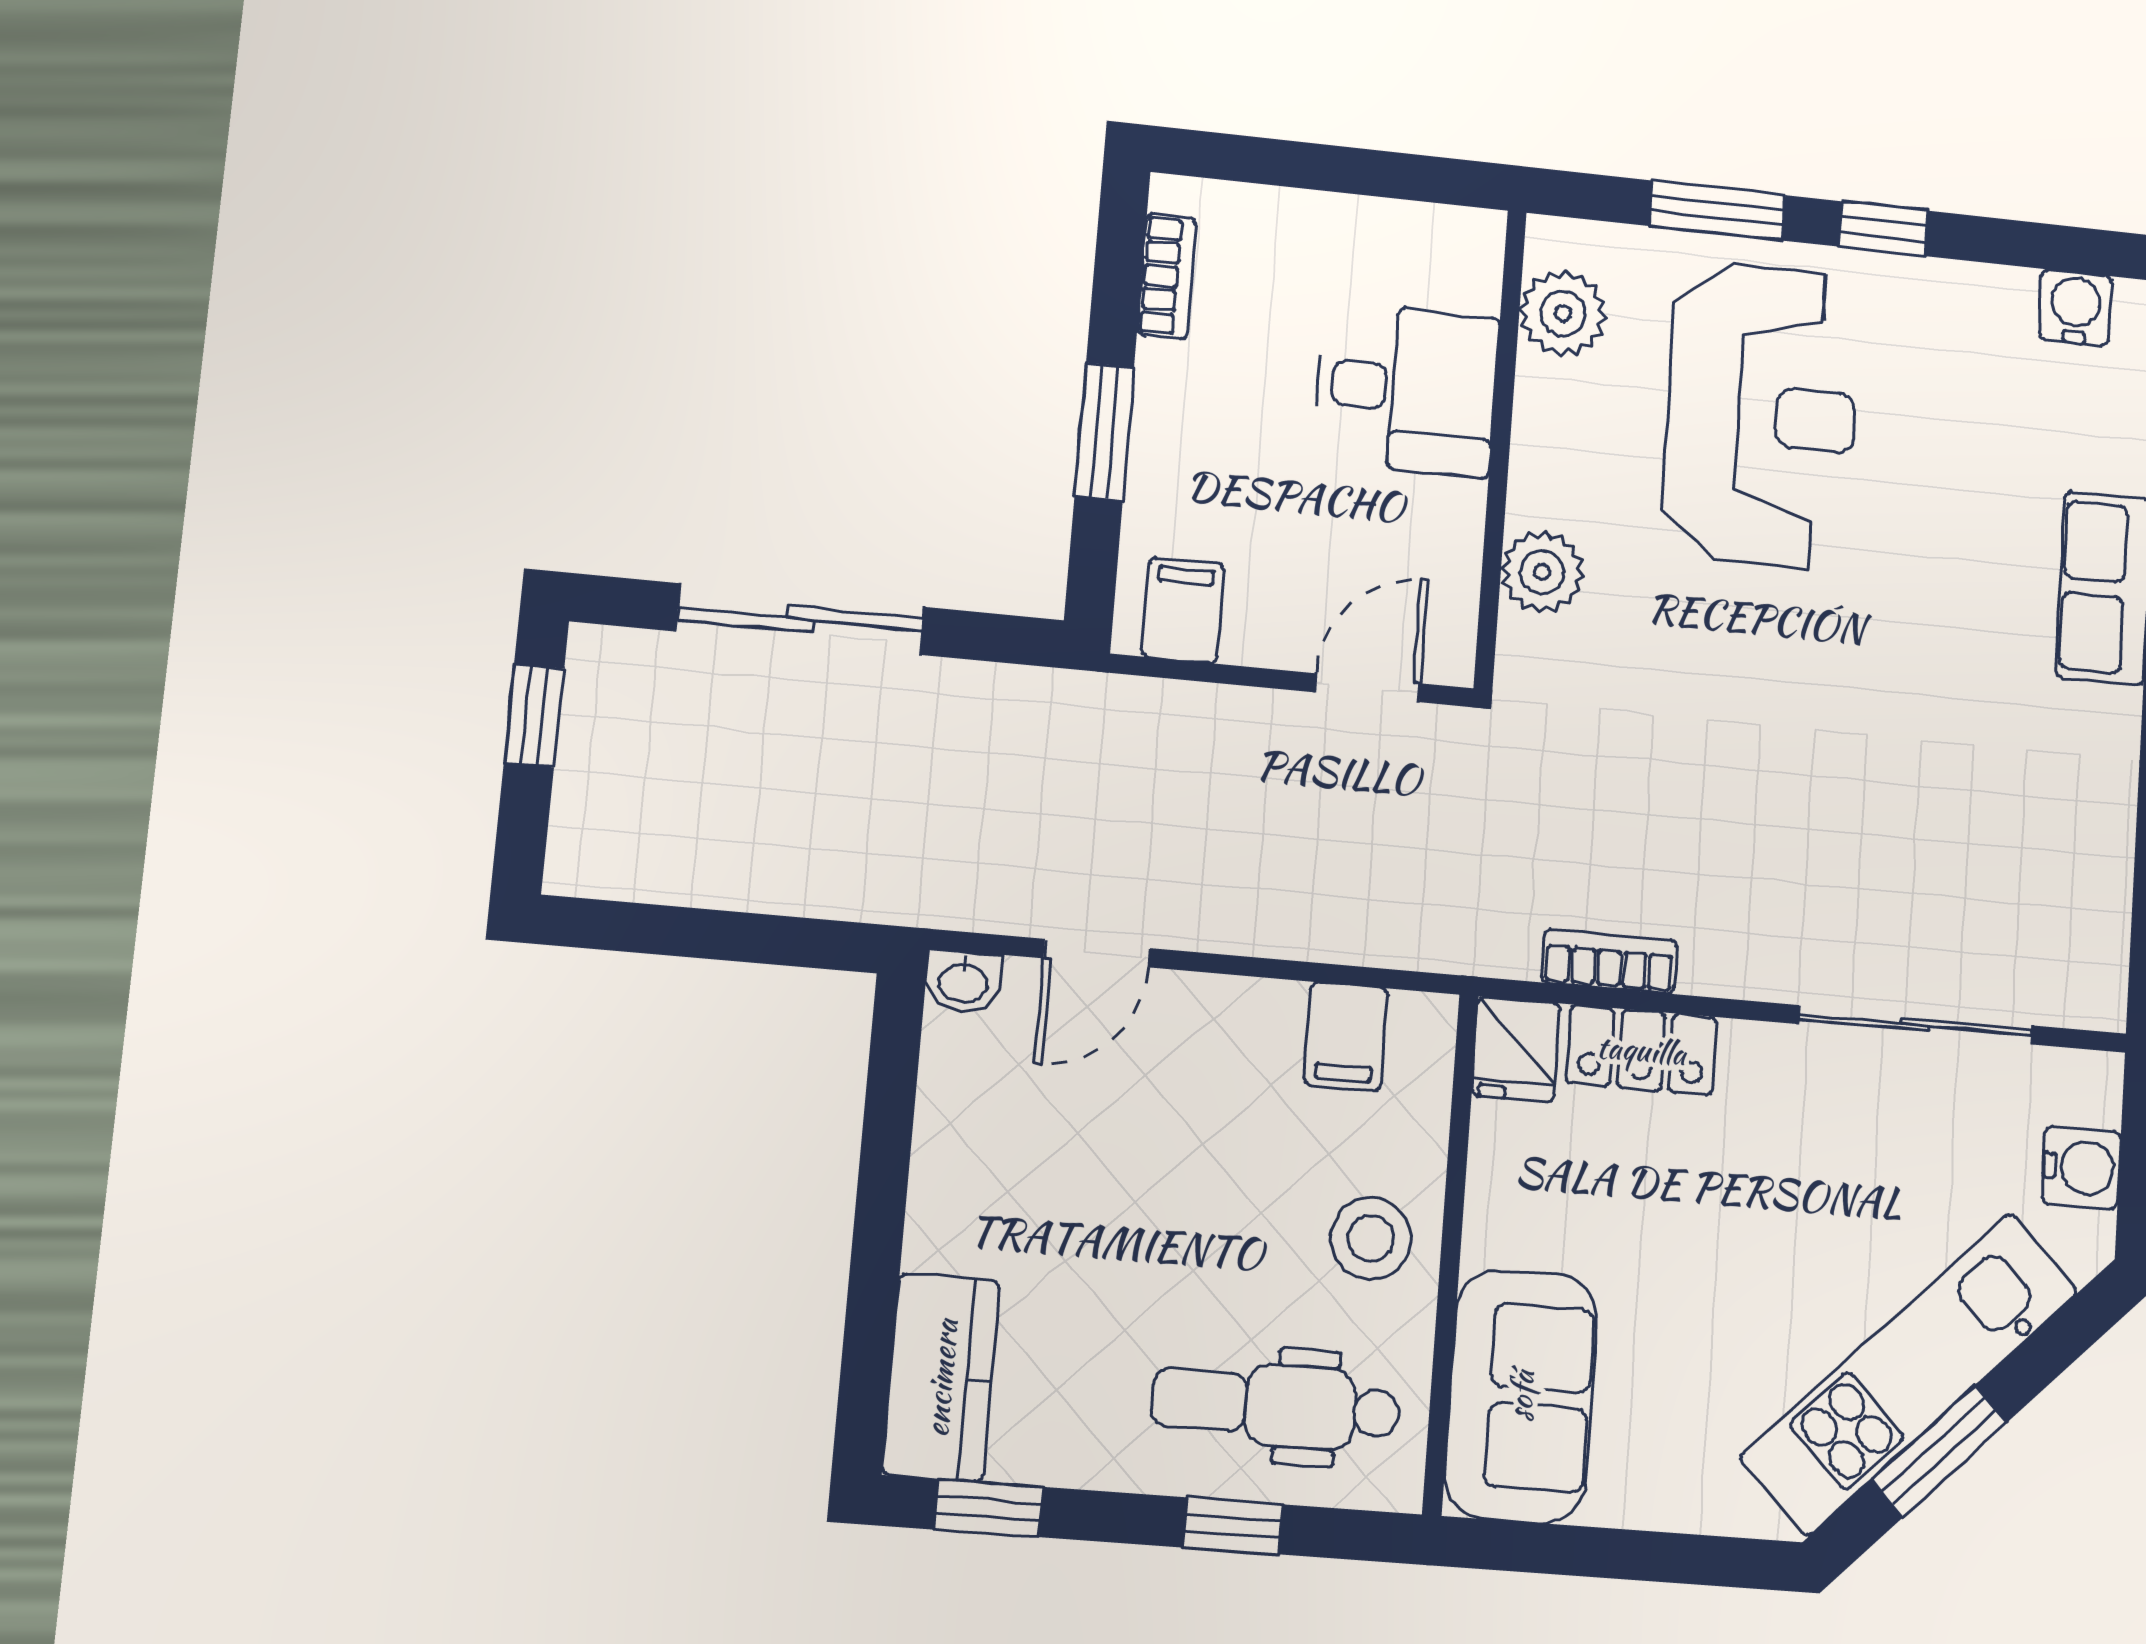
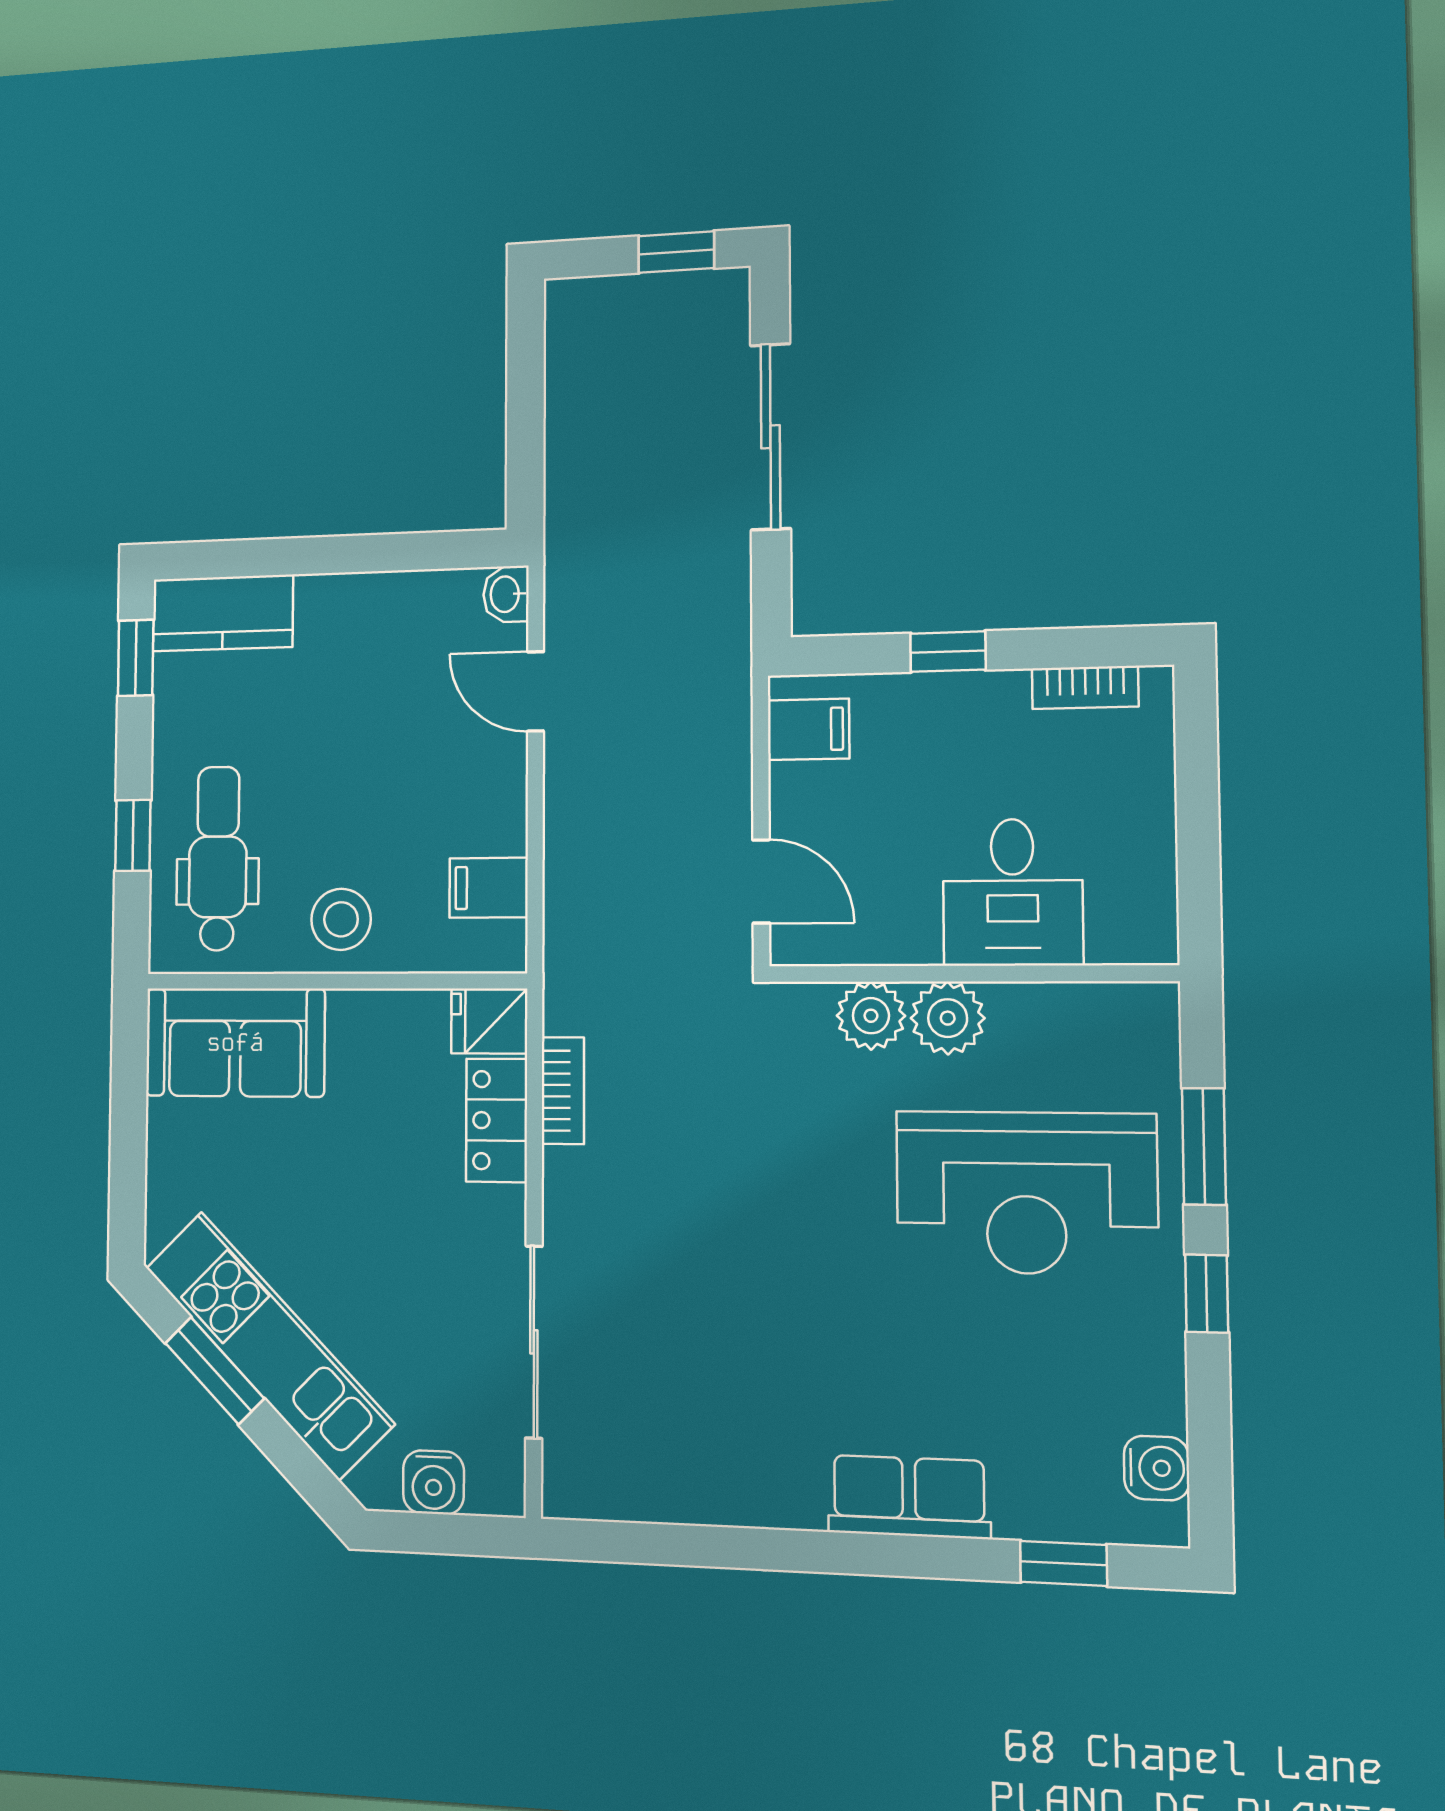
plant: (1563, 313) -> (948, 1018), moved
window: (1104, 432) -> (948, 652), width x0.67

